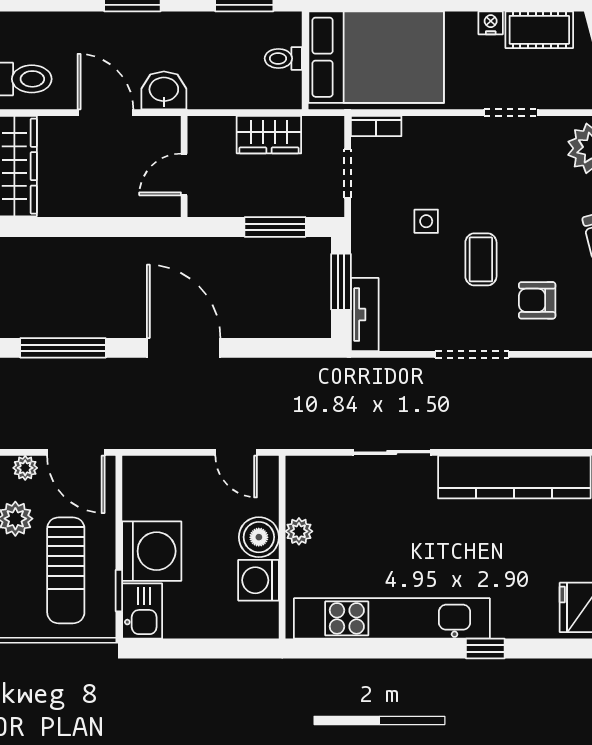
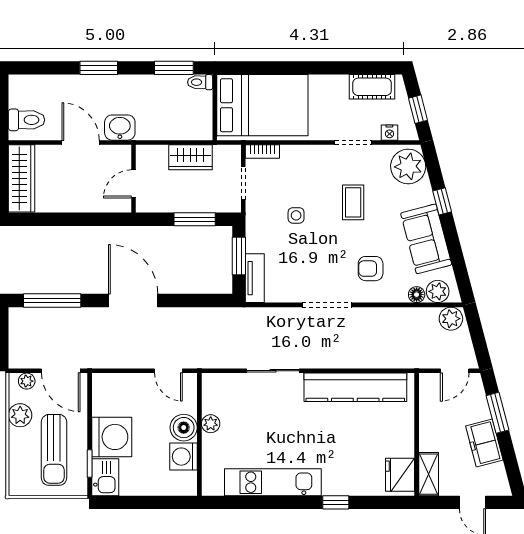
nightstand: (491, 23) -> (389, 133), moved, turned 180
toilet: (283, 58) -> (200, 82), moved
coffee table: (481, 259) -> (353, 202), moved
kitchen unit: (392, 618) -> (273, 482), width x0.73

